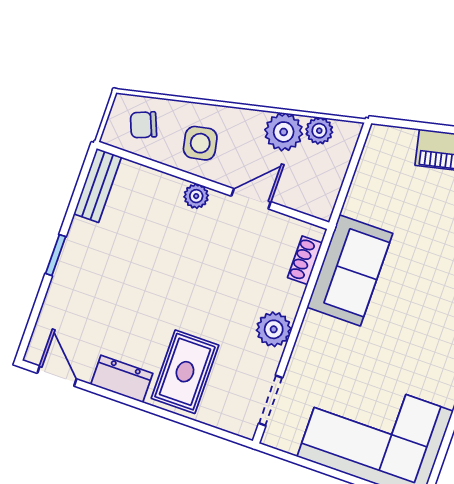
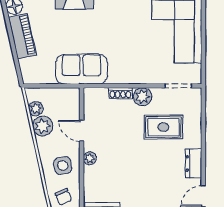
shoe rack: (305, 260) -> (120, 93), moved
sofa: (350, 270) -> (82, 69), moved
rug: (185, 372) -> (163, 127), moved

